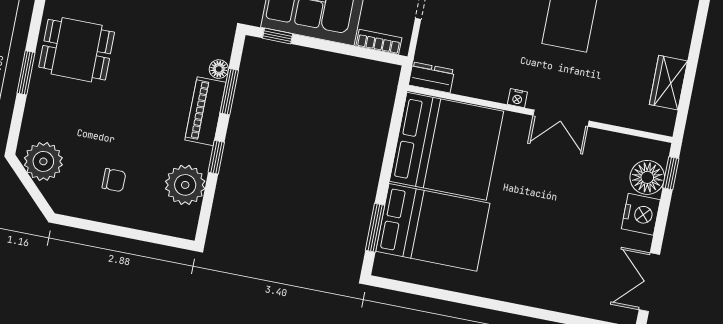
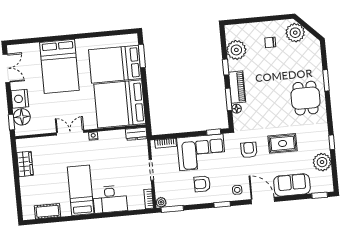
dining table: (77, 50) -> (306, 98), turned 90
plant: (43, 161) -> (295, 33), moved
bed: (544, 255) -> (59, 66), added

